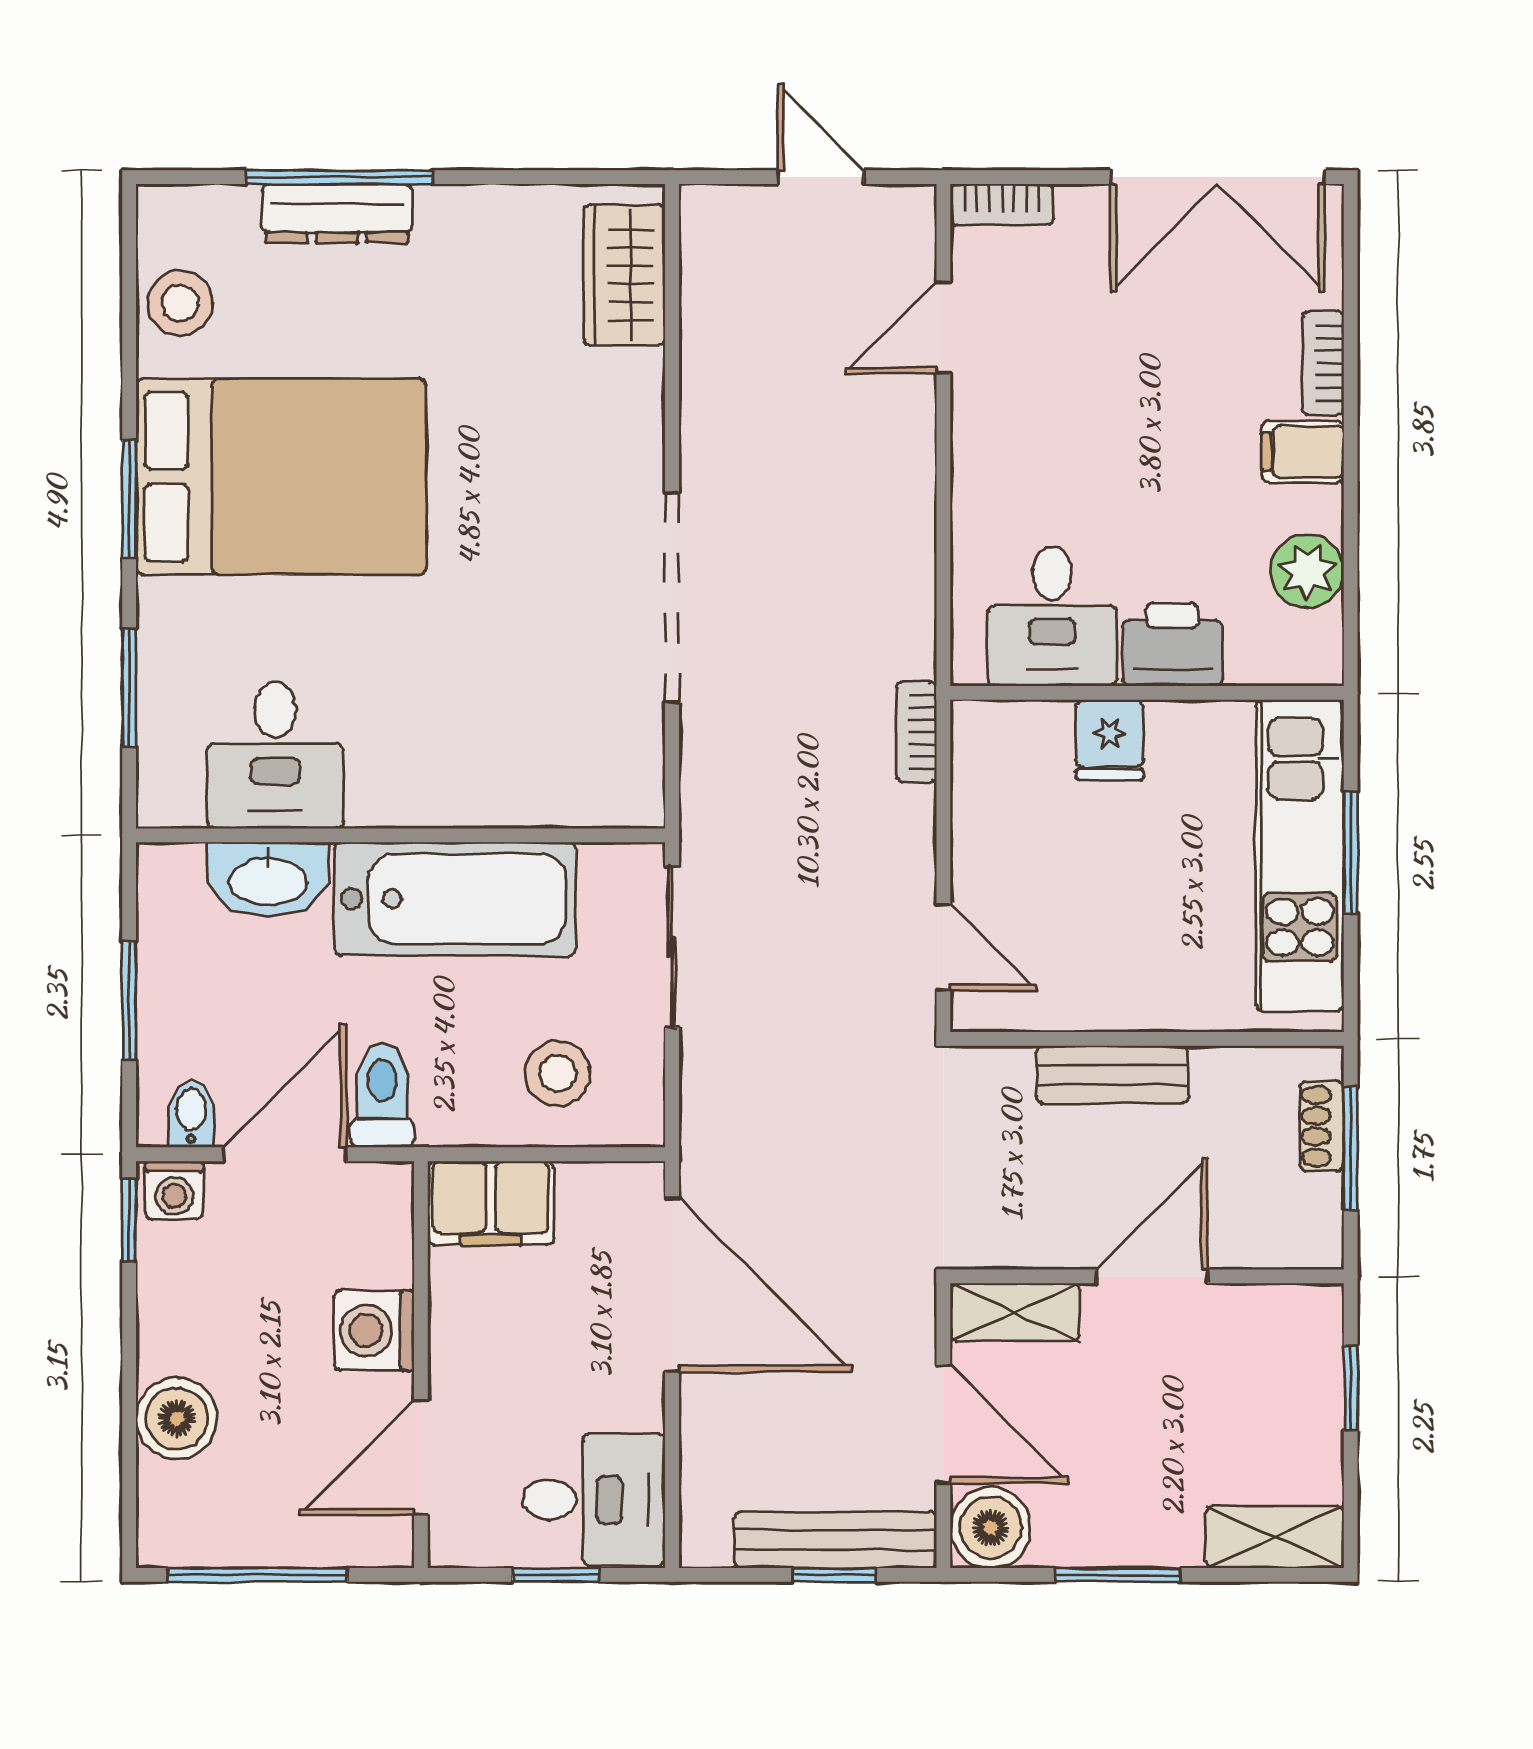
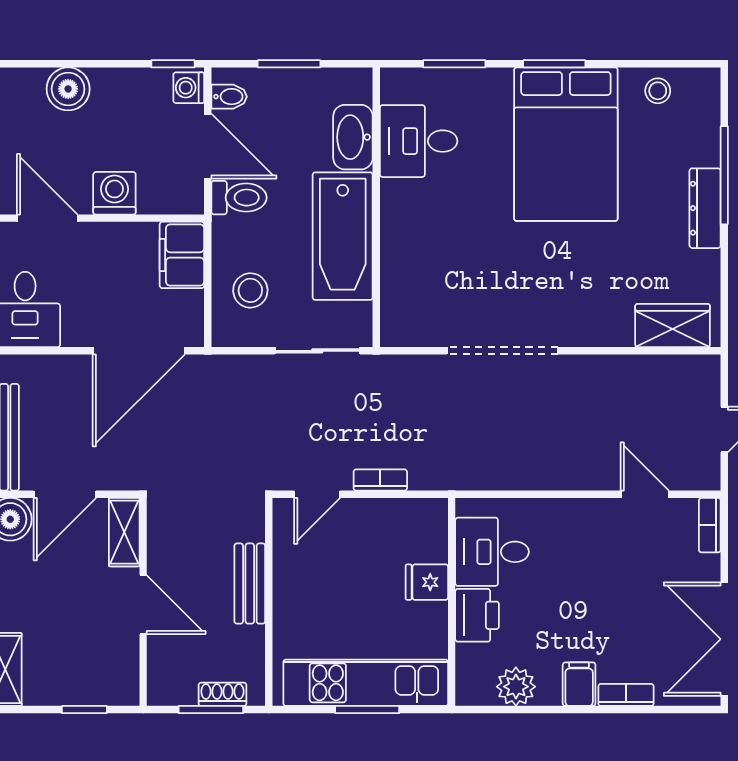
dresser: (337, 213) -> (705, 208), moved
stool: (180, 303) -> (658, 91), width x0.73, depth x0.73
bookcase: (916, 732) -> (380, 480), moved

